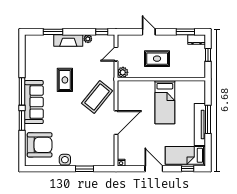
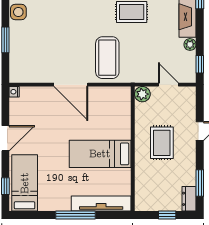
coffee table: (97, 97) -> (107, 58), turned 51
tv unit: (200, 124) -> (101, 204), moved

